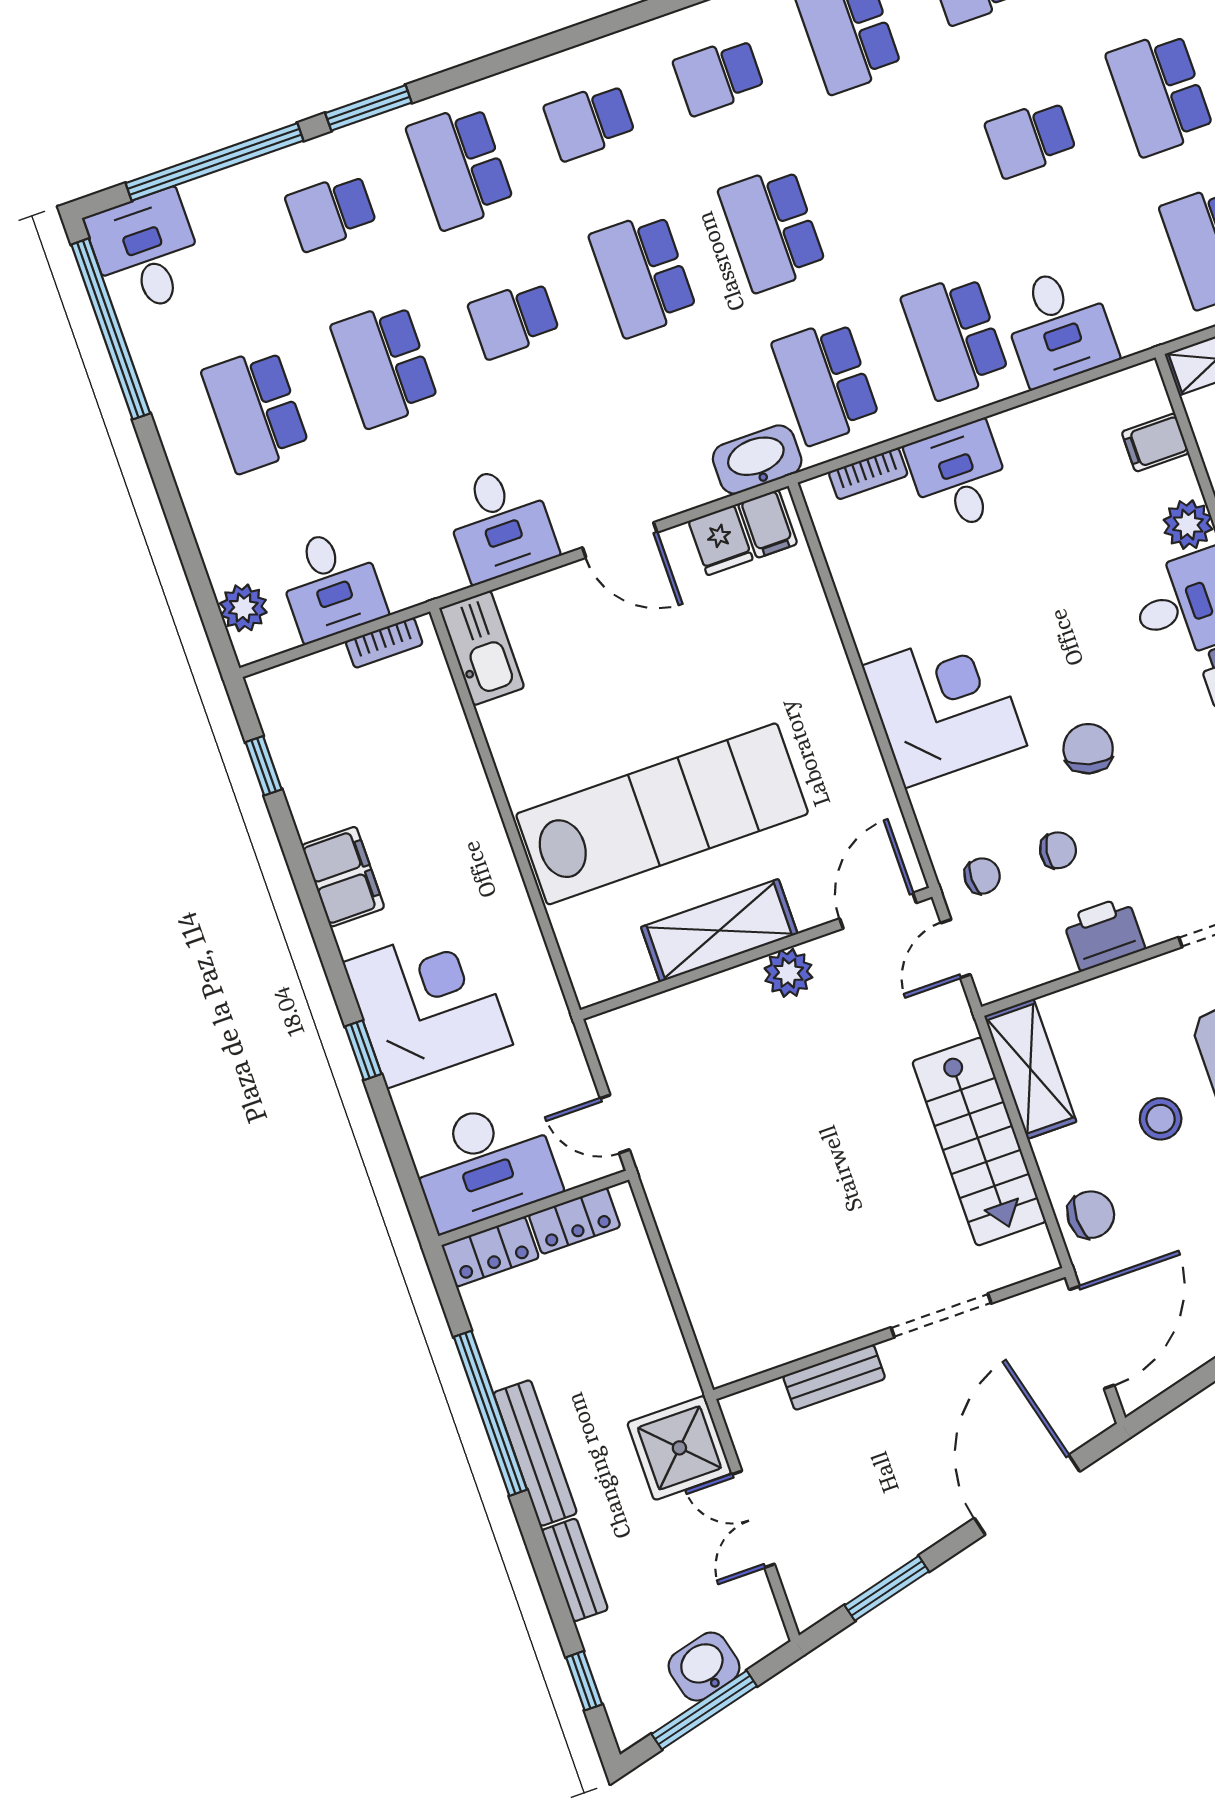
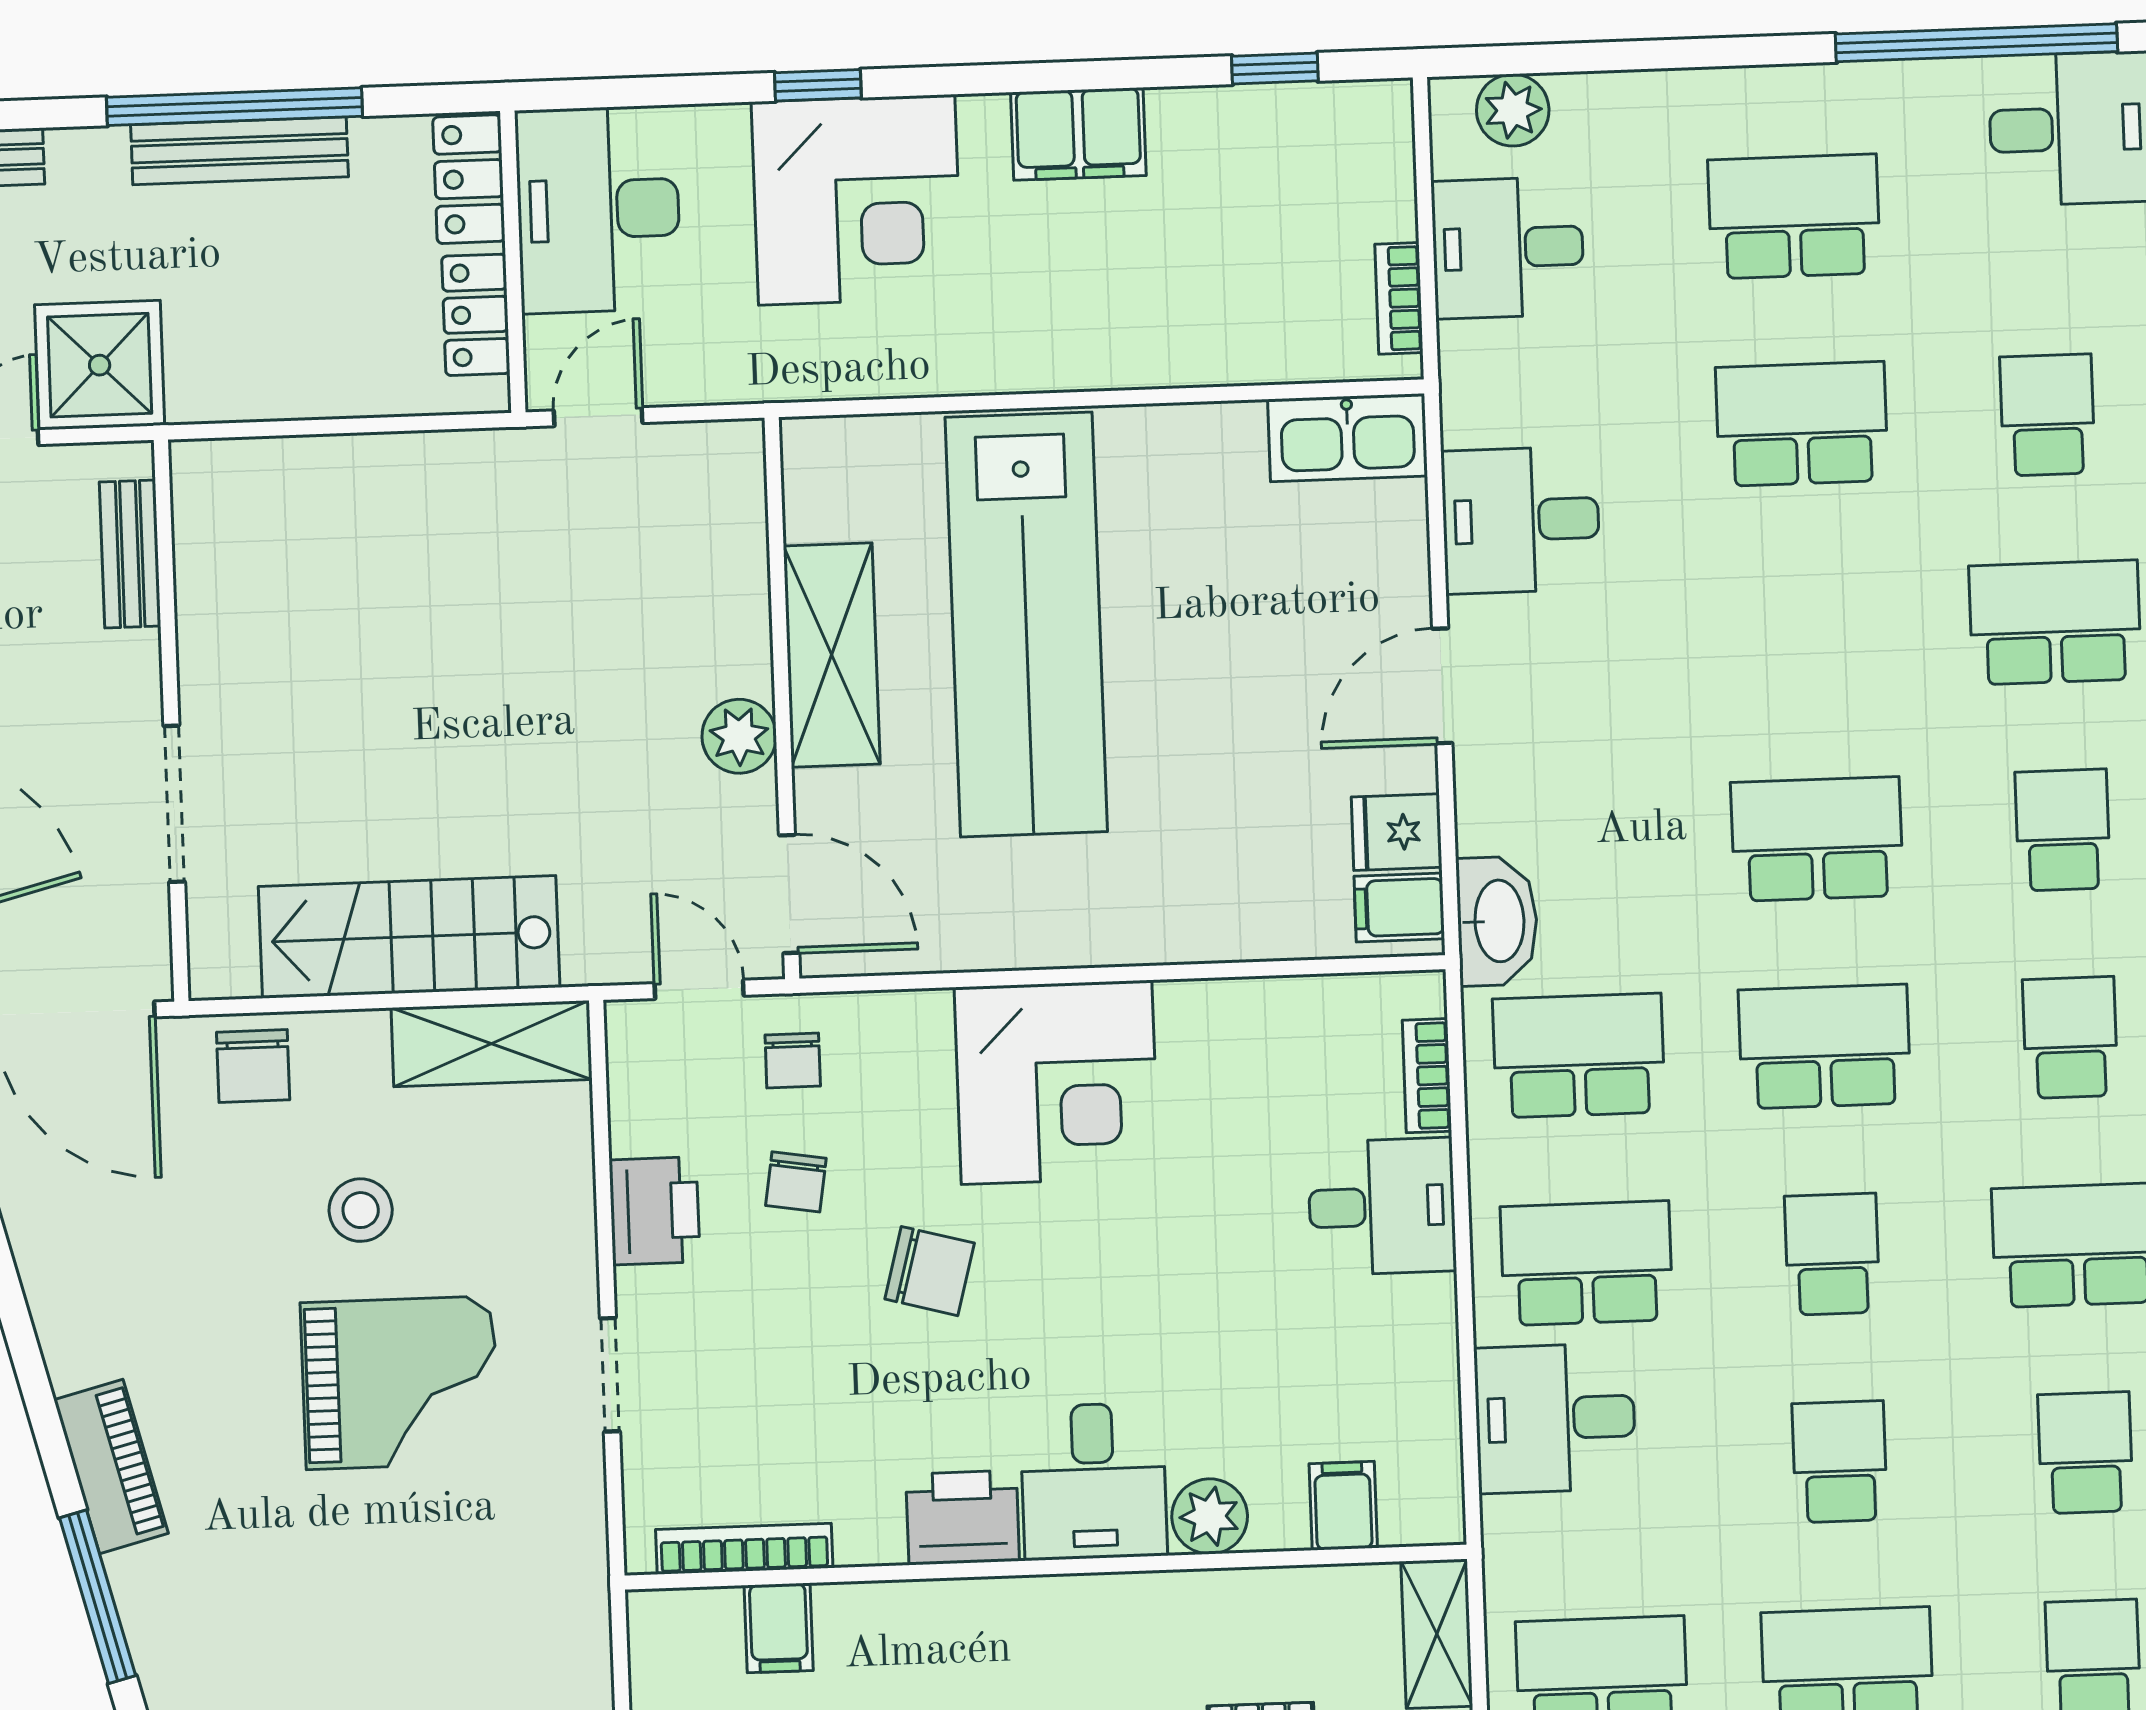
school desk: (514, 319) -> (1832, 1254), moved
bench: (834, 1377) -> (130, 554), moved
bench: (535, 1453) -> (240, 151), moved

